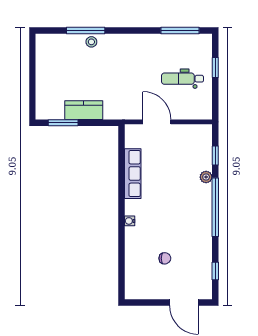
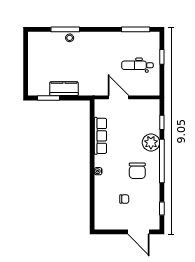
plant: (206, 177) -> (151, 142), width x1.87, depth x1.87
chair: (182, 220) -> (137, 171), added

